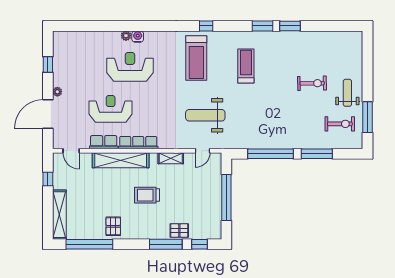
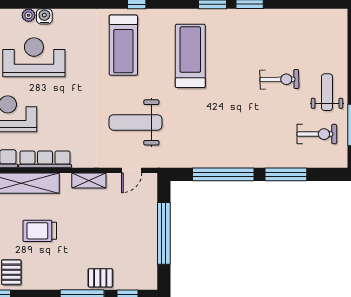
treadmill: (246, 66) -> (190, 56), width x1.37, depth x1.38
trolley: (147, 195) -> (40, 231), moved

